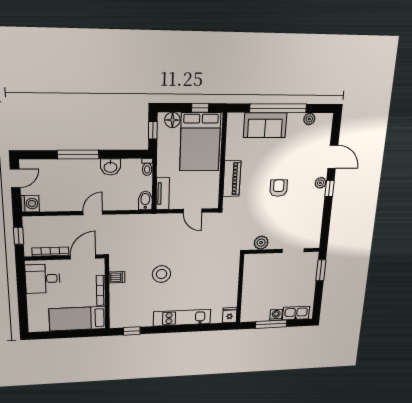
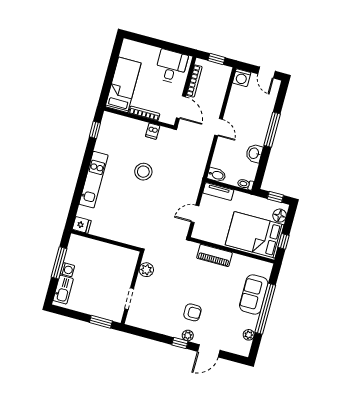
armchair: (279, 188) -> (192, 312), moved

